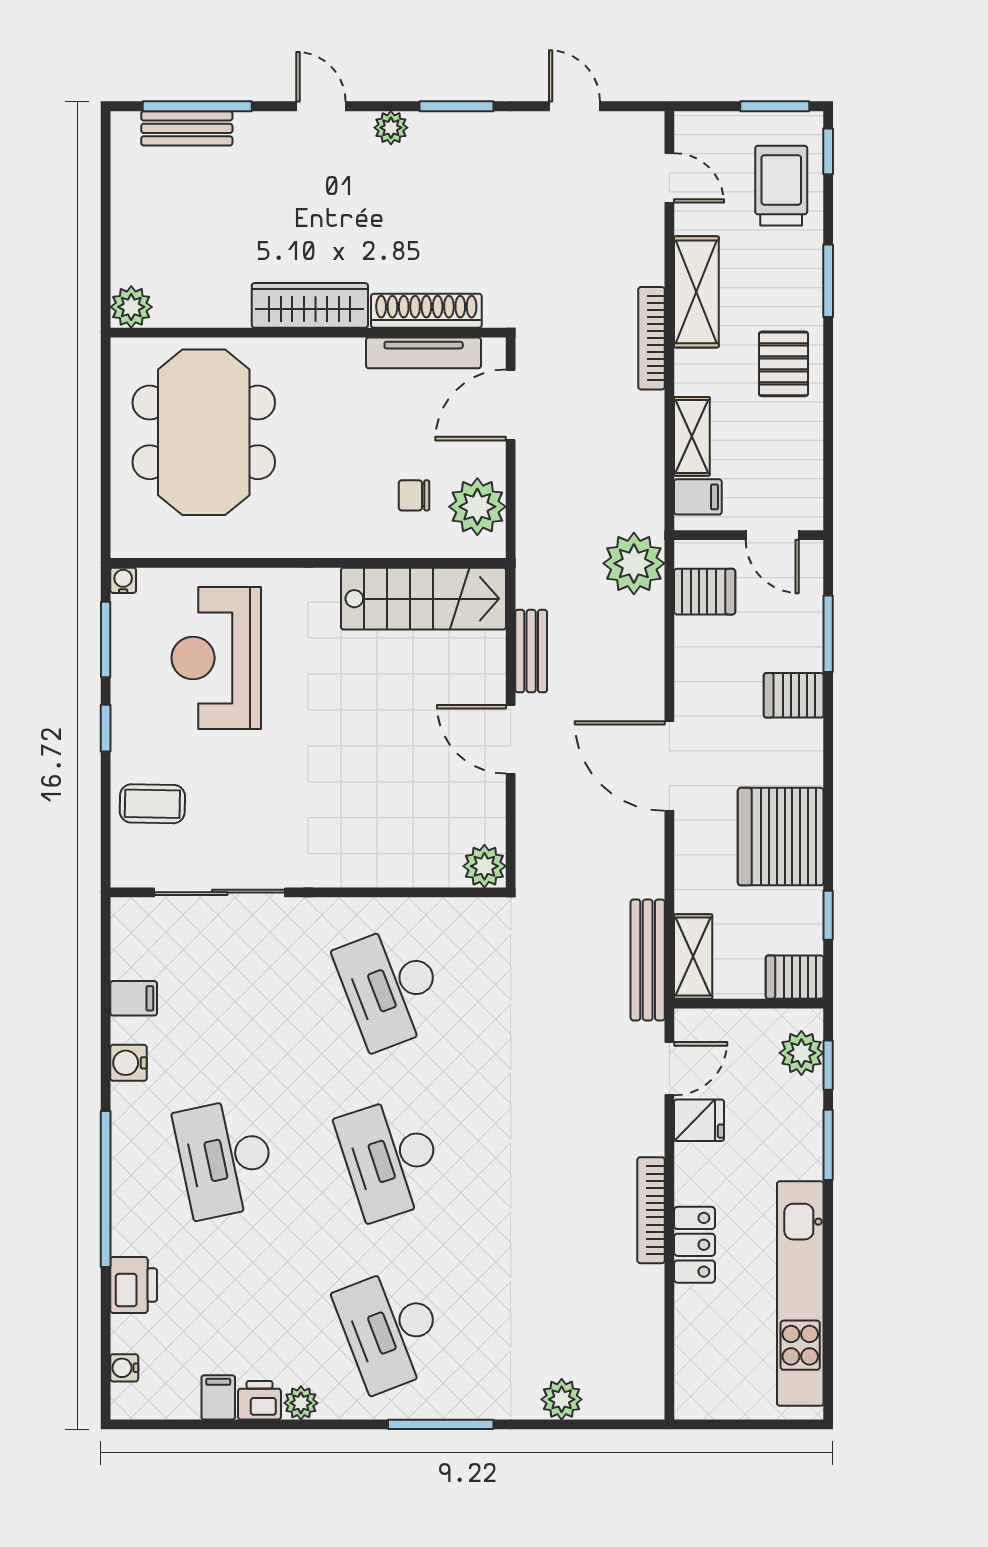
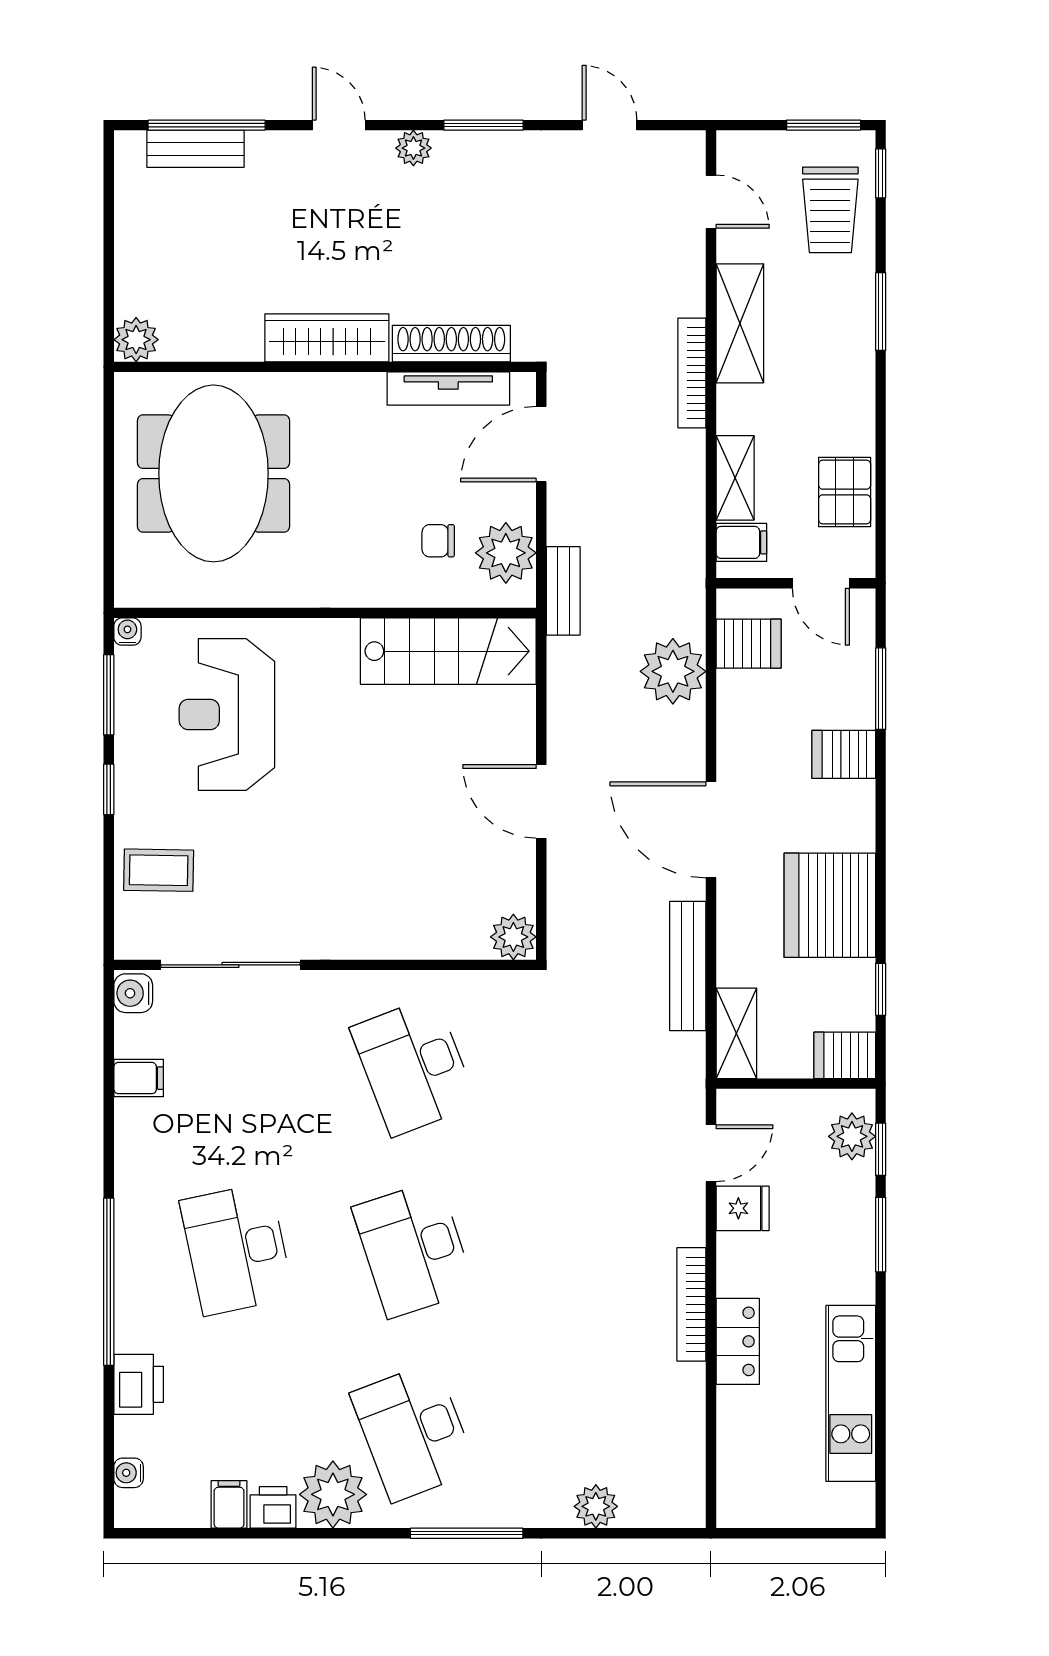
trolley: (781, 186) -> (830, 210), turned 180
pallet: (783, 364) -> (845, 492), moved
plant: (634, 563) -> (673, 671), moved
bench: (531, 651) -> (563, 591), moved
bench: (648, 960) -> (688, 966), moved
water cooler: (129, 1063) -> (133, 993), moved
kitchen unit: (800, 1294) -> (851, 1393), width x0.73
plant: (301, 1403) -> (333, 1494), width x1.87, depth x1.87

